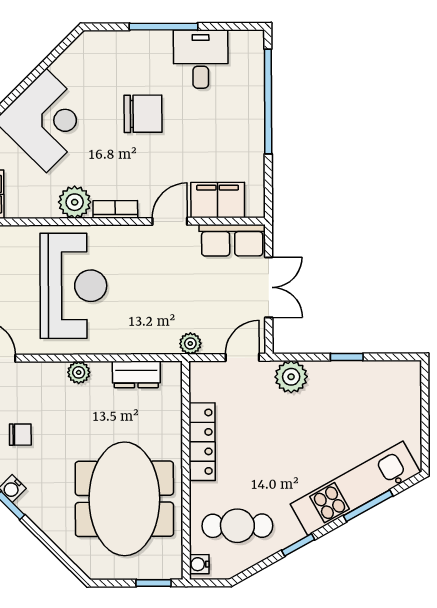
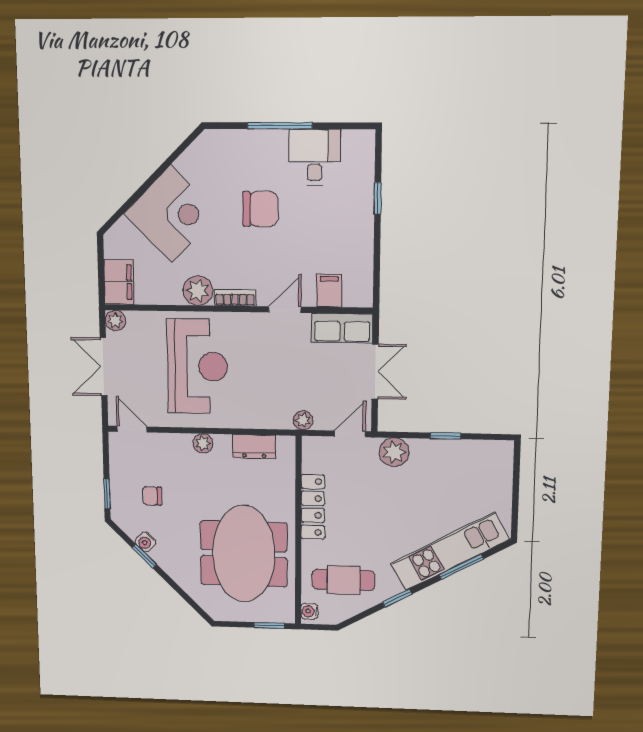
window: (268, 101) -> (378, 198), width x0.32
filing cabinet: (218, 200) -> (329, 291), width x0.50
chair: (20, 435) -> (152, 496), turned 180

